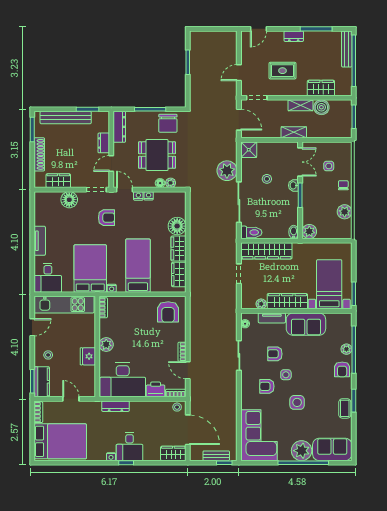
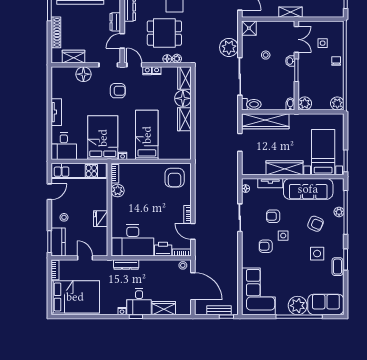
plant: (345, 212) -> (337, 103), moved
wardrobe: (179, 274) -> (184, 78), moved
plant: (261, 304) -> (260, 170), removed
sofa: (306, 324) -> (308, 189), width x1.36
plant: (106, 345) -> (118, 191), moved
armchair: (342, 369) -> (316, 224), moved, turned -67
side table: (297, 402) -> (317, 254), moved
wardrobe: (173, 453) -> (164, 308), moved

